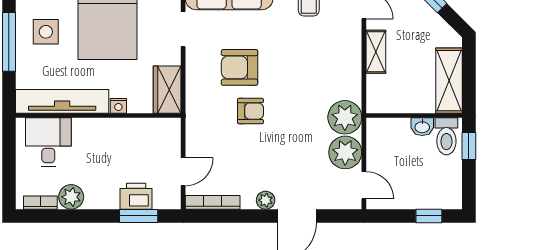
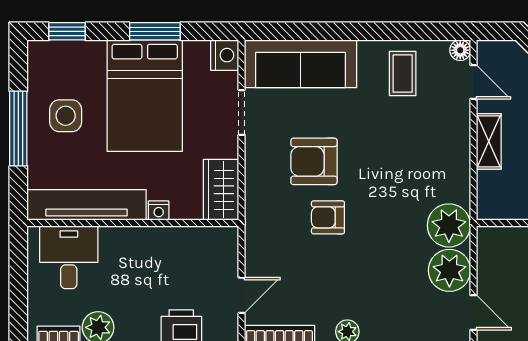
armchair: (250, 111) -> (328, 217), turned 180

